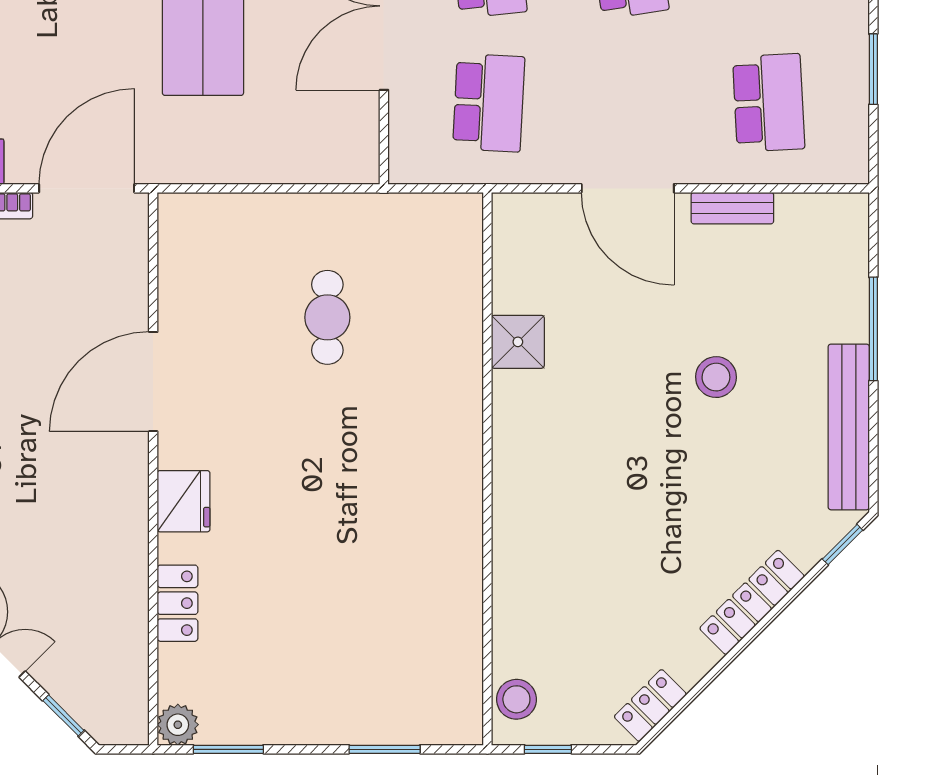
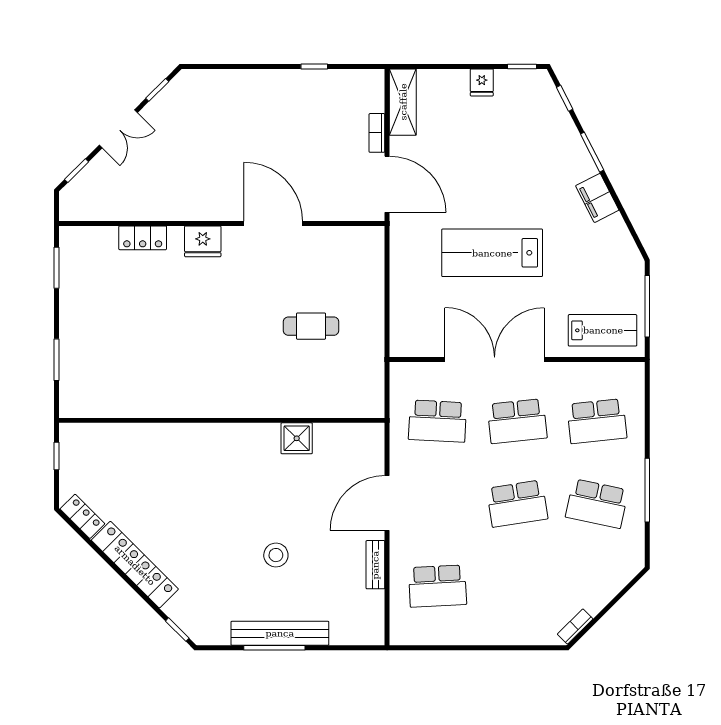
window: (873, 69) -> (457, 648), removed
window: (873, 329) -> (274, 648), moved
bench: (849, 427) -> (280, 633), moved
locker: (752, 602) -> (135, 565), width x1.41, depth x1.21
stool: (516, 699) -> (86, 437), removed
plant: (178, 725) -> (71, 238), removed

